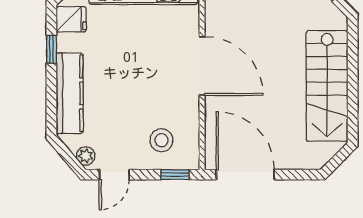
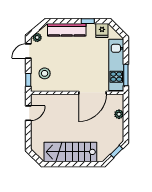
door: (202, 66) -> (92, 93), moved
door: (114, 175) -> (28, 51), hinge flipped
door: (245, 175) -> (28, 113), width x0.53

